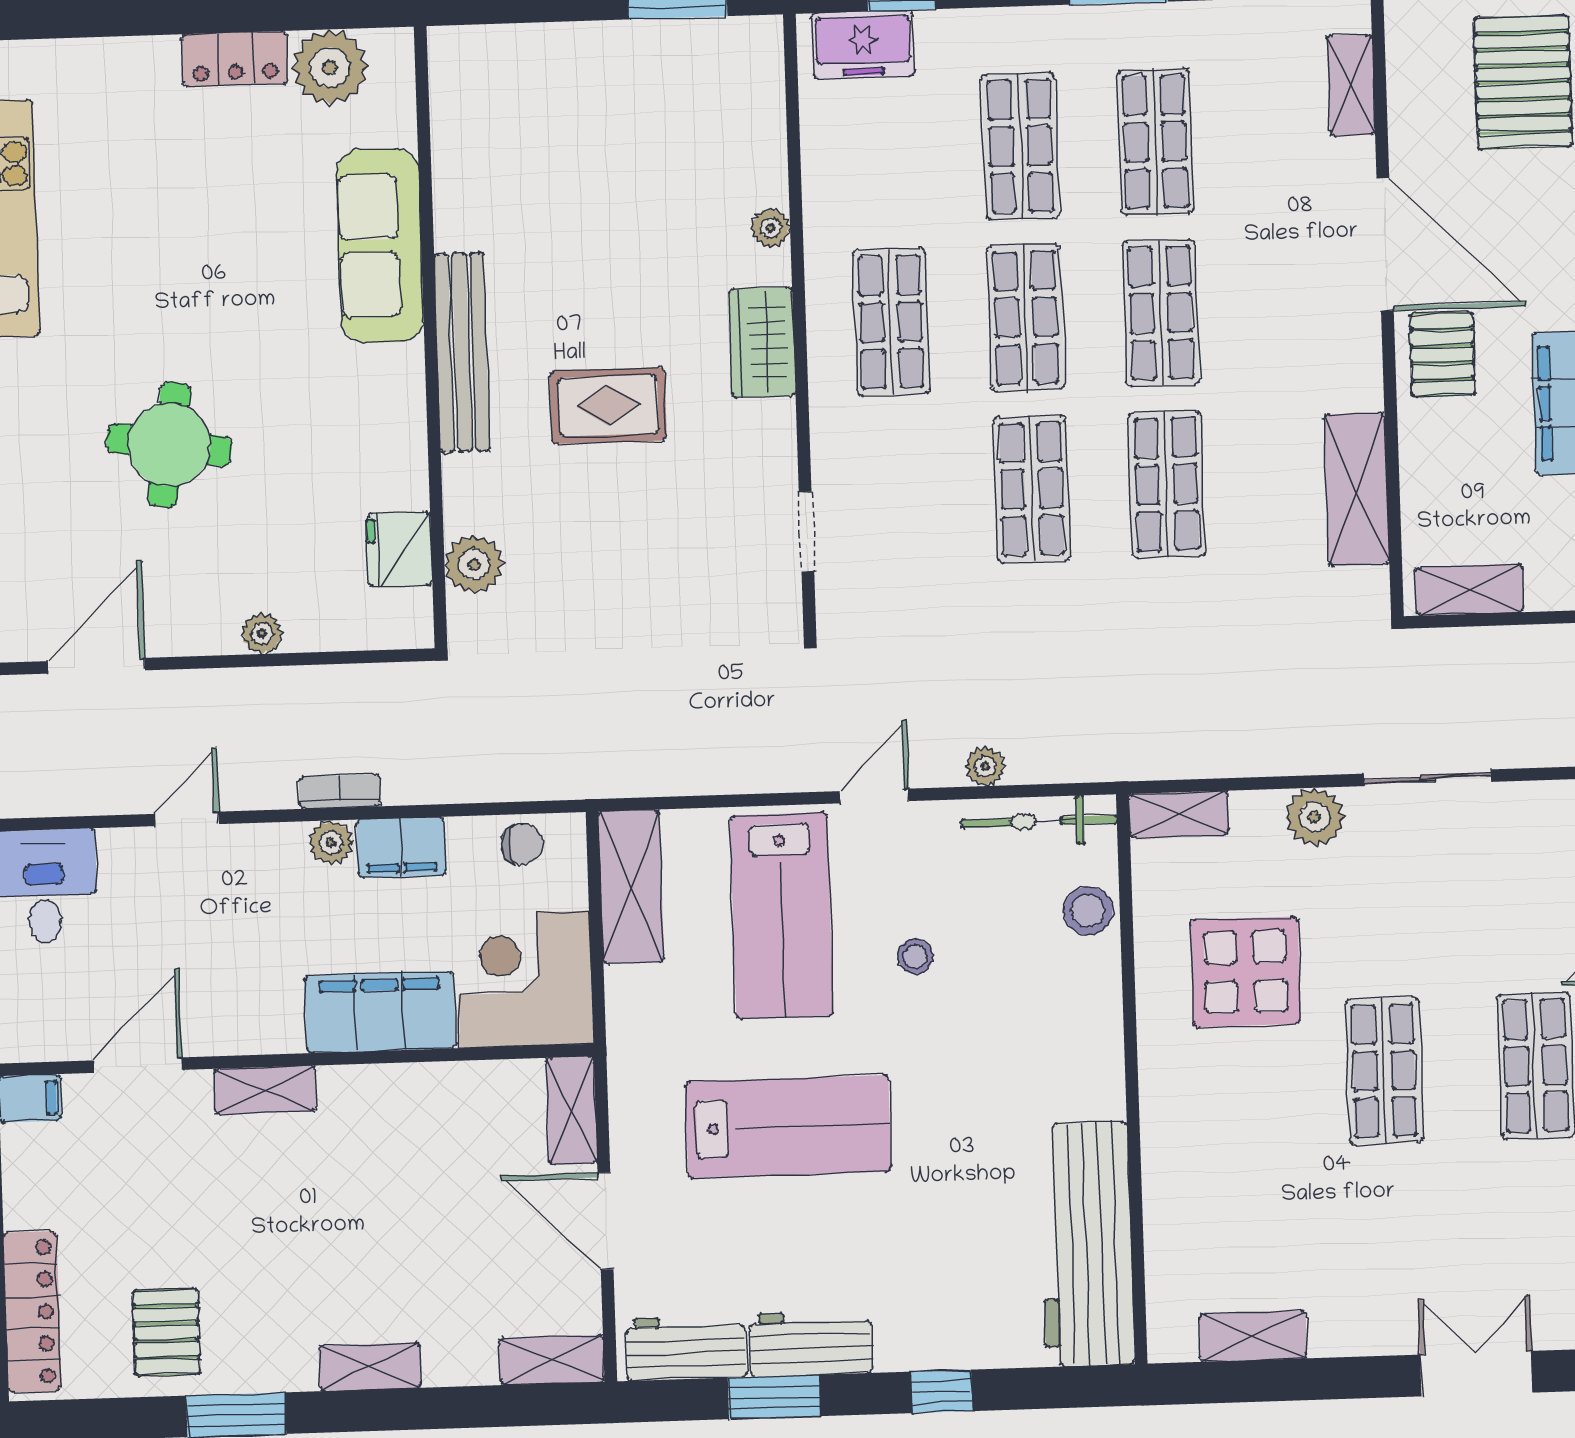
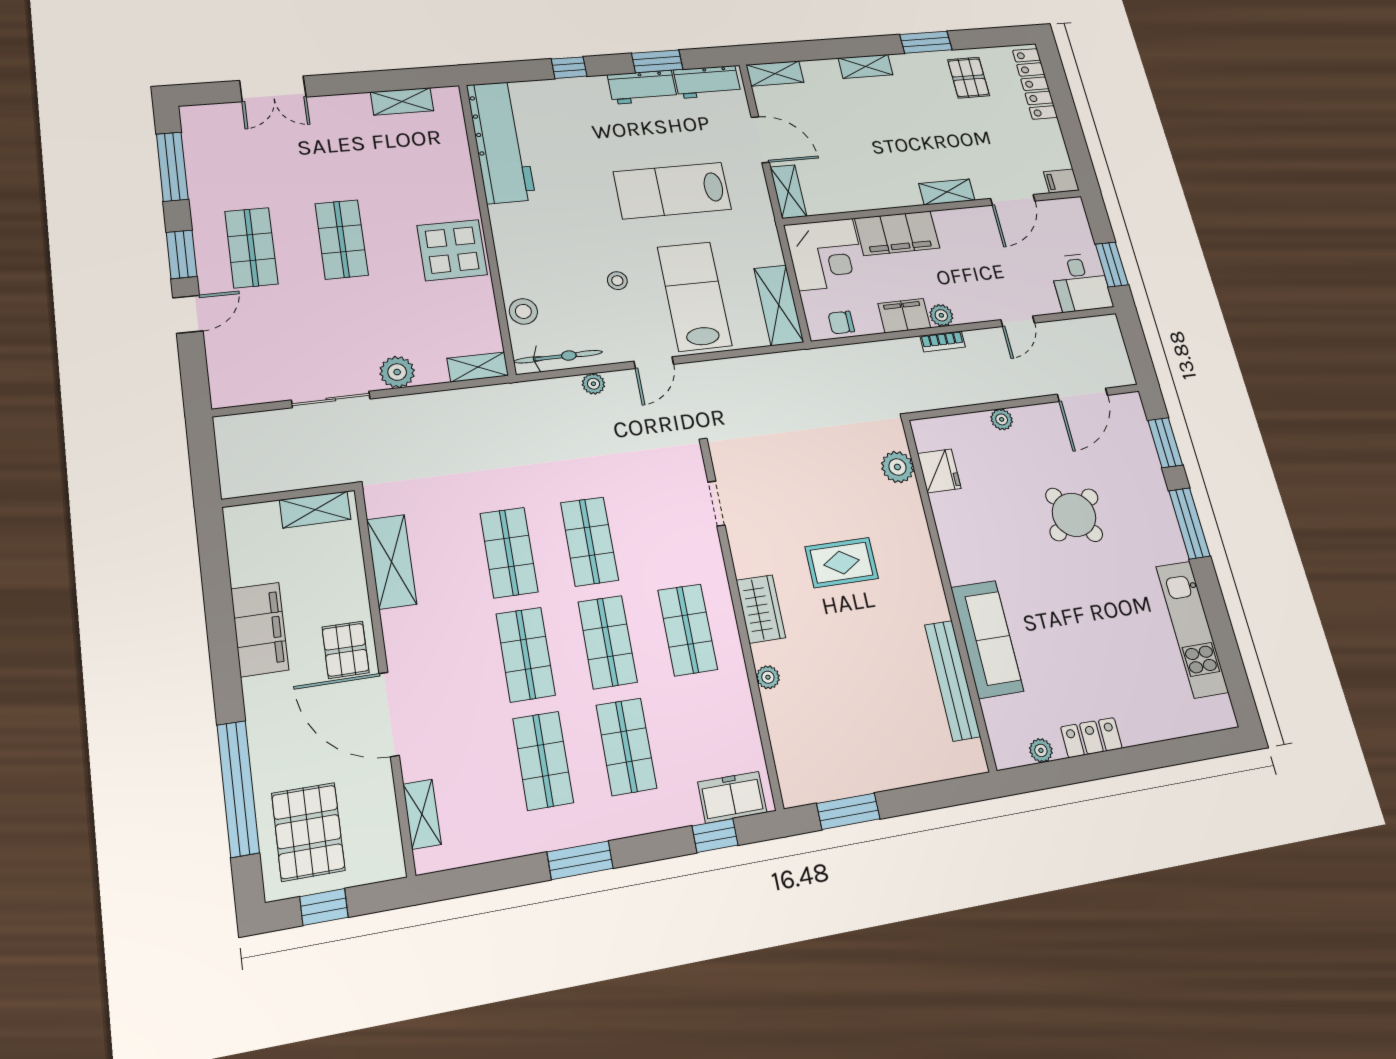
plant: (330, 67) -> (1041, 750), width x0.53, depth x0.53
bench: (462, 352) -> (952, 680), moved
round table: (169, 445) -> (1074, 515), turned 45
display table: (1245, 972) -> (452, 250), moved

